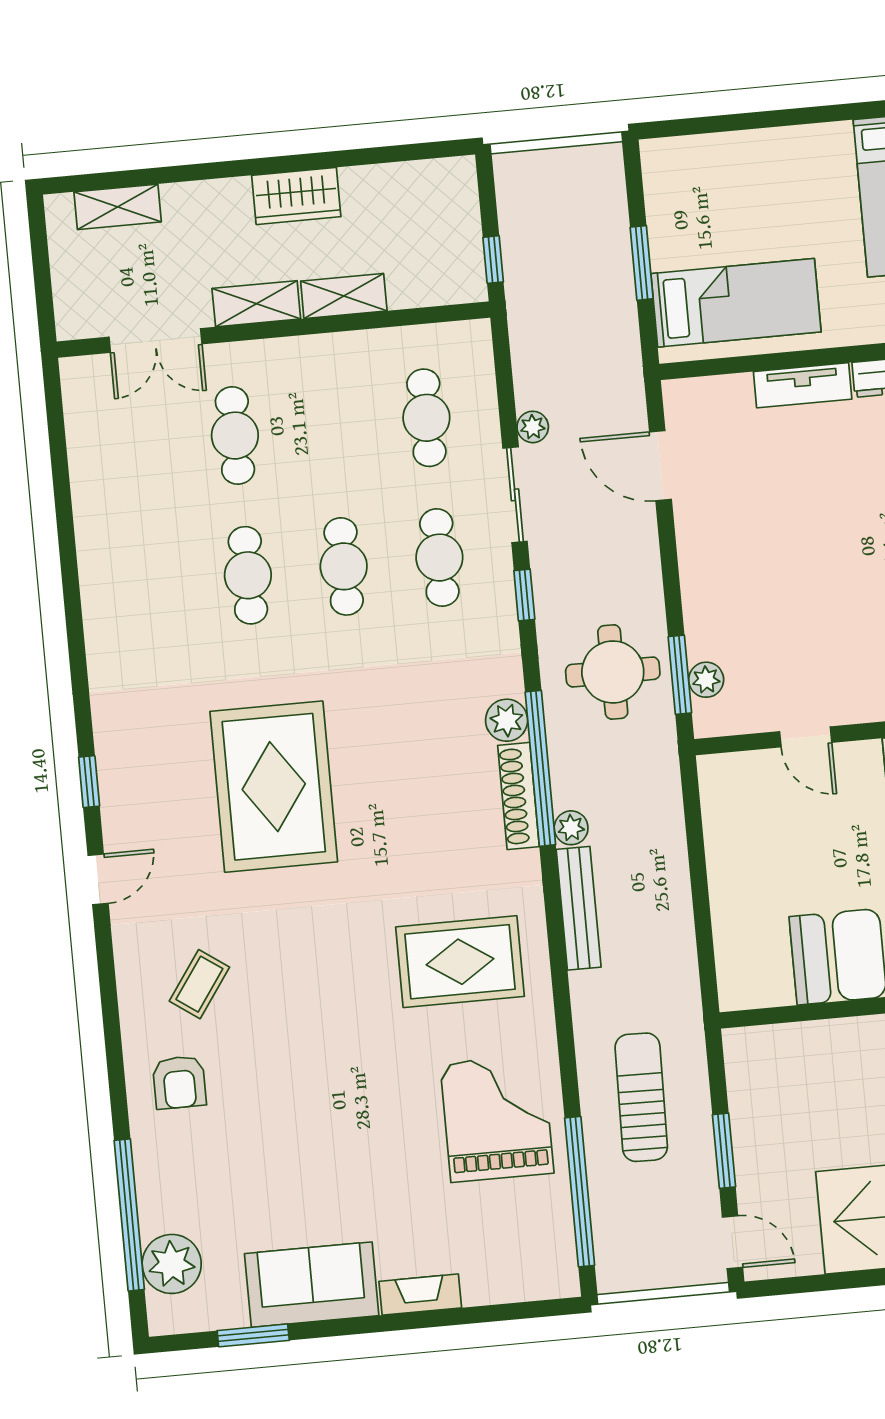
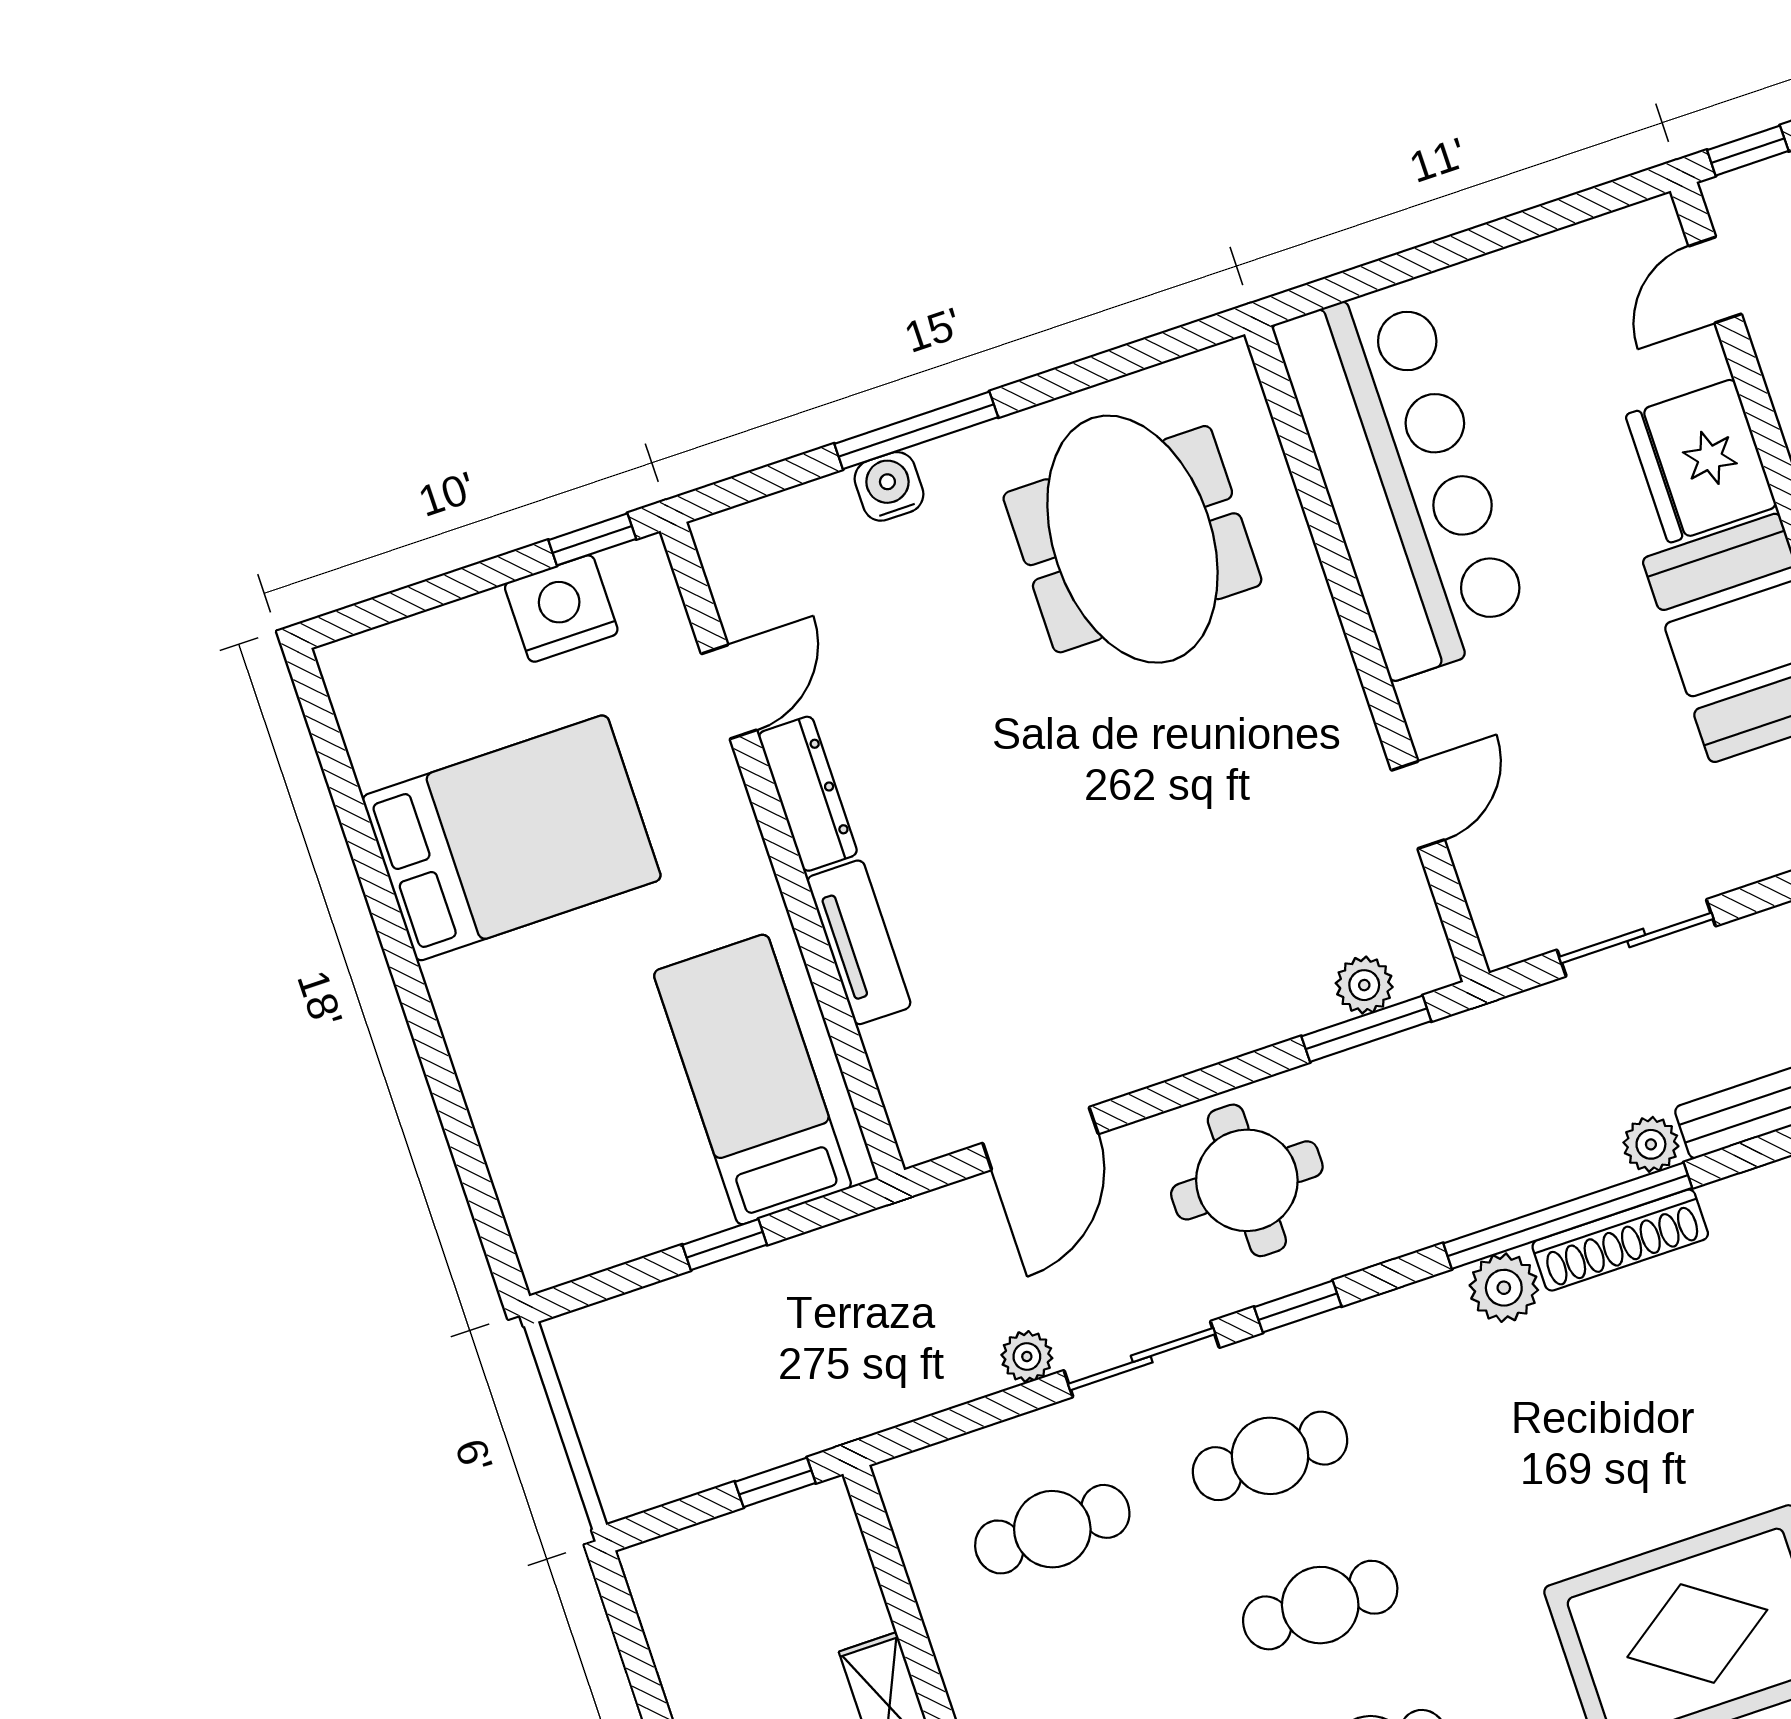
window: (642, 263) -> (725, 1245), width x0.67
round table: (613, 672) -> (1247, 1180), moved
sliding door: (696, 848) -> (1636, 938), added

